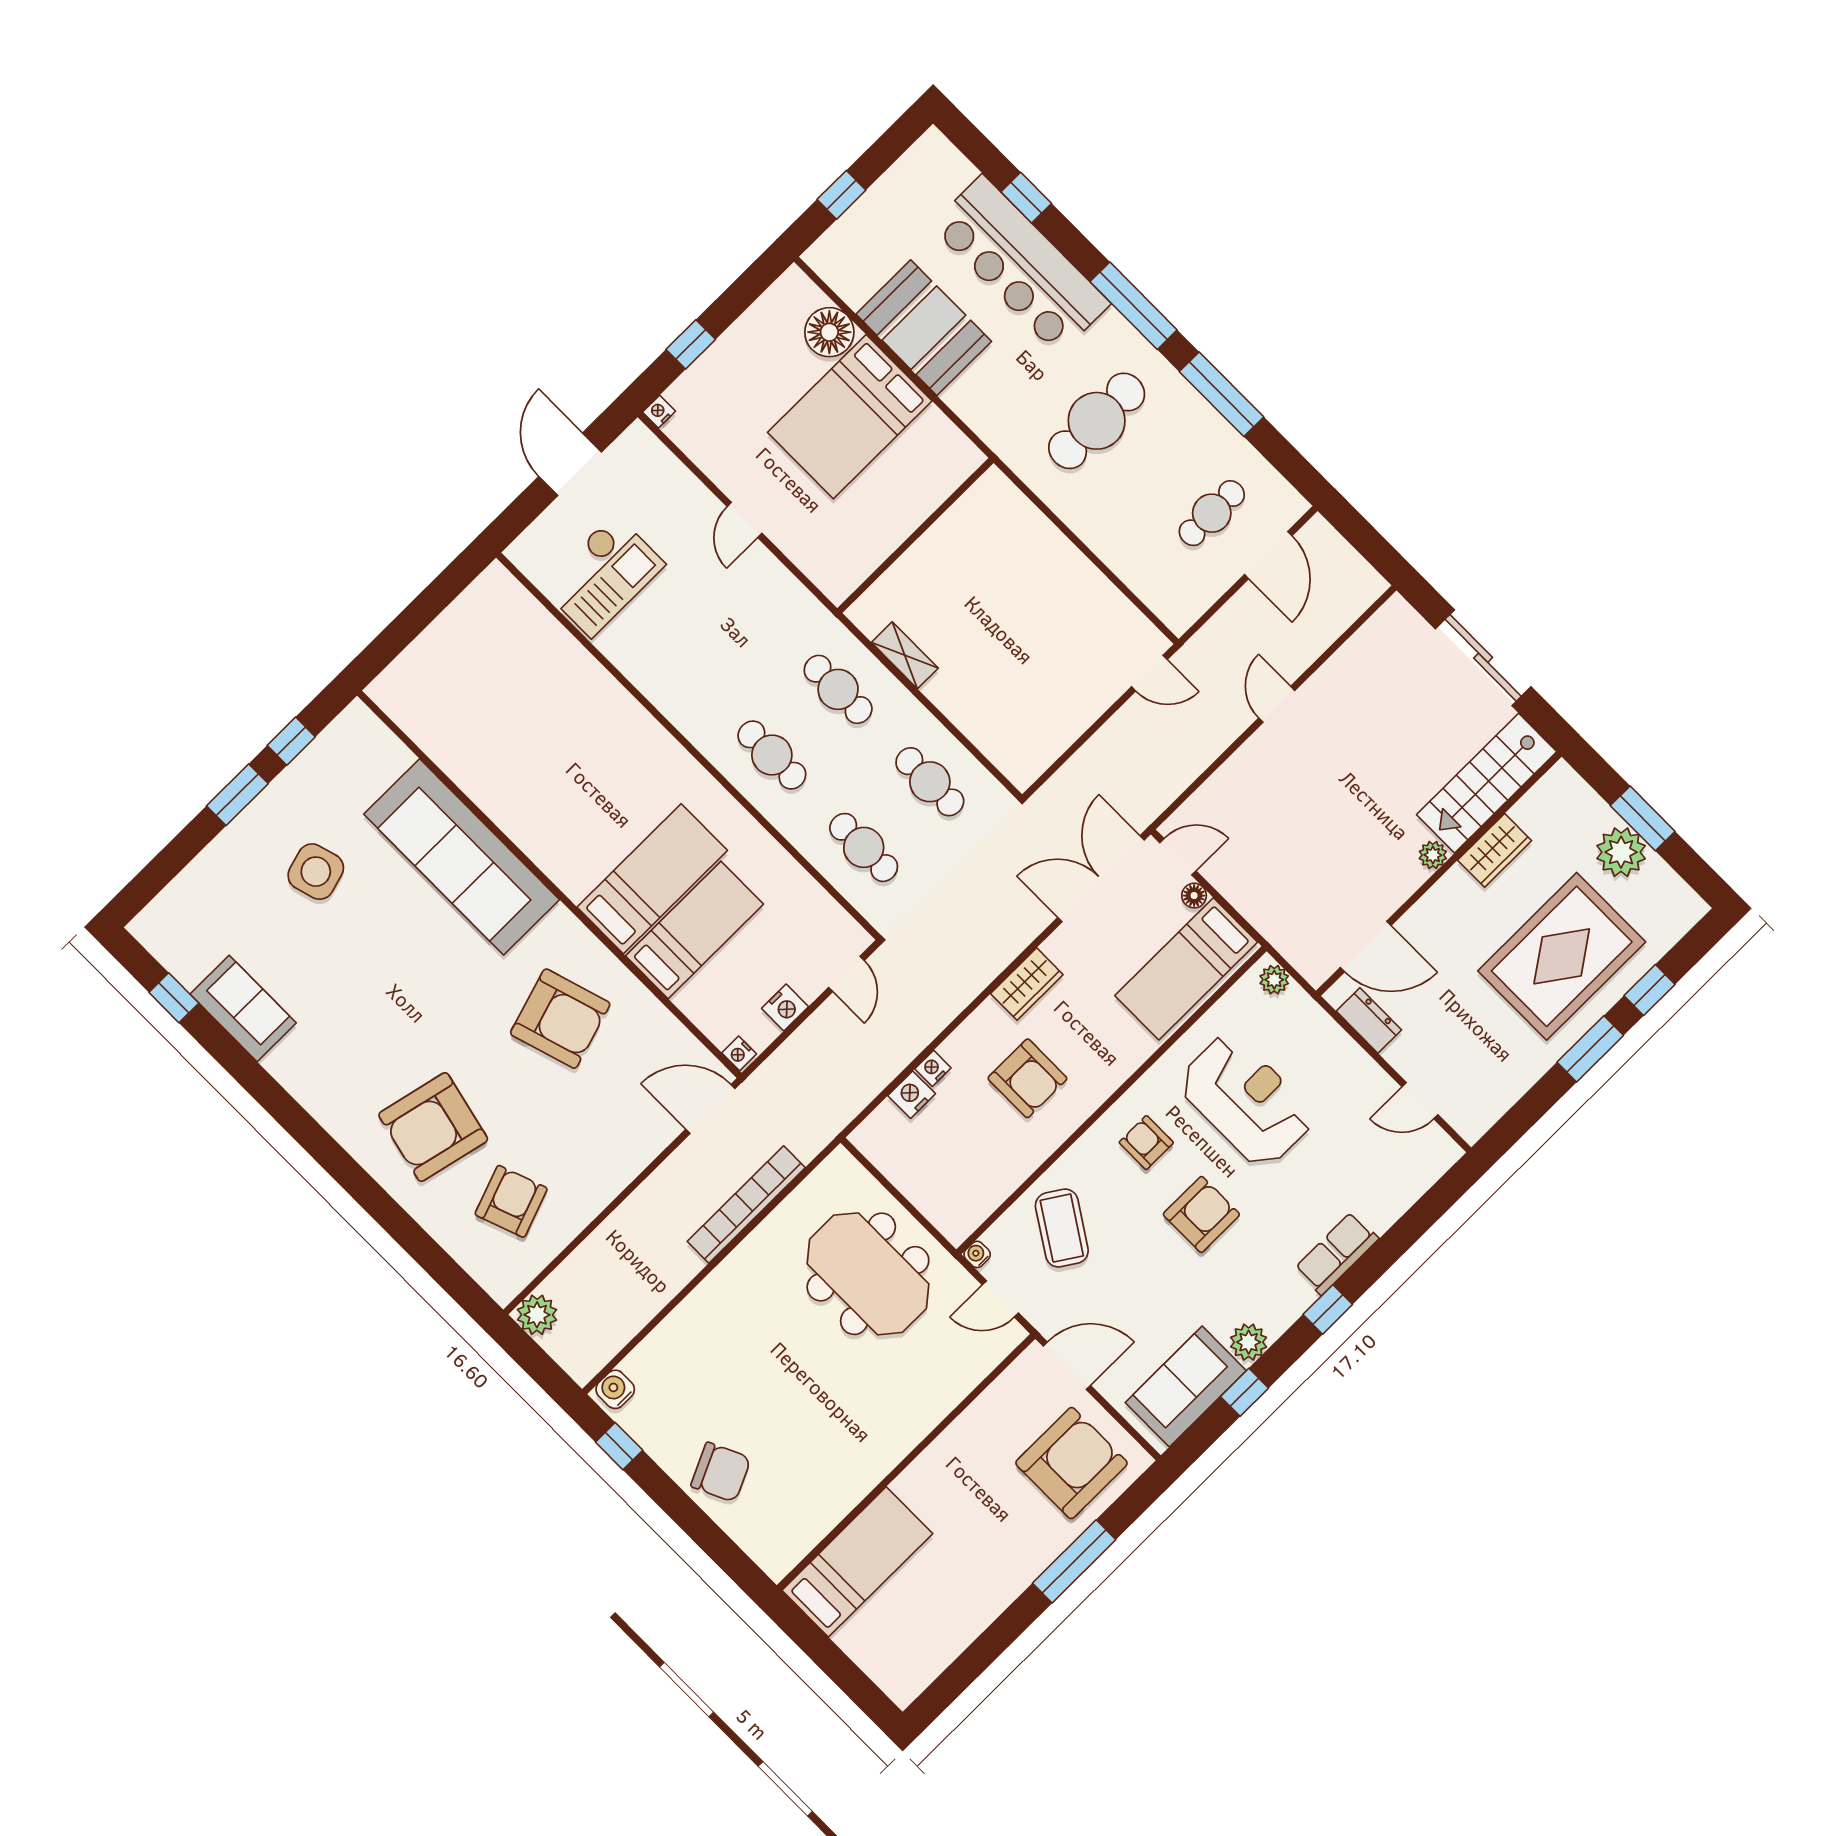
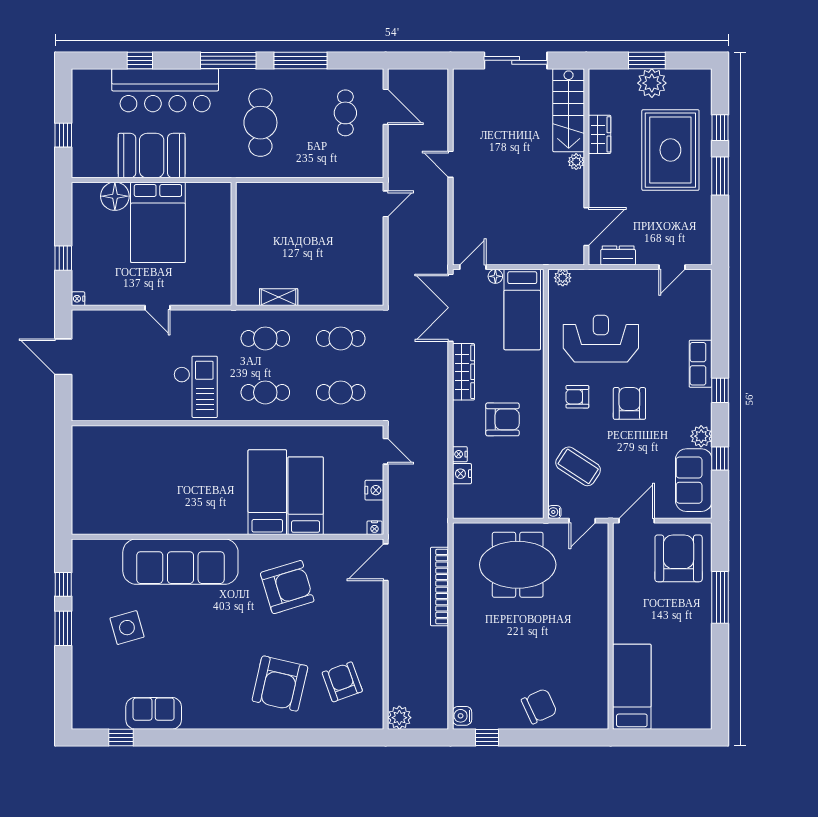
checkout: (603, 575) -> (196, 387), moved
wardrobe: (1027, 984) -> (463, 372), width x1.50

